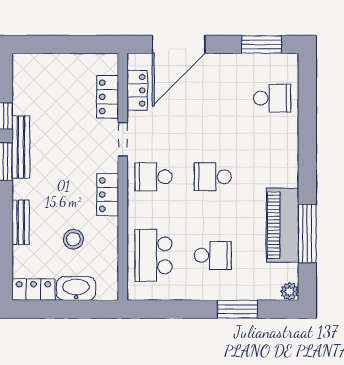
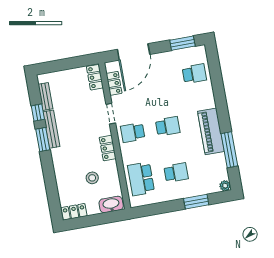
locker: (108, 97) -> (95, 77), moved
school desk: (213, 177) -> (168, 126), turned 180
bench: (21, 222) -> (45, 96), moved
piano: (282, 225) -> (211, 131), moved
washbasin: (76, 289) -> (111, 204), moved

